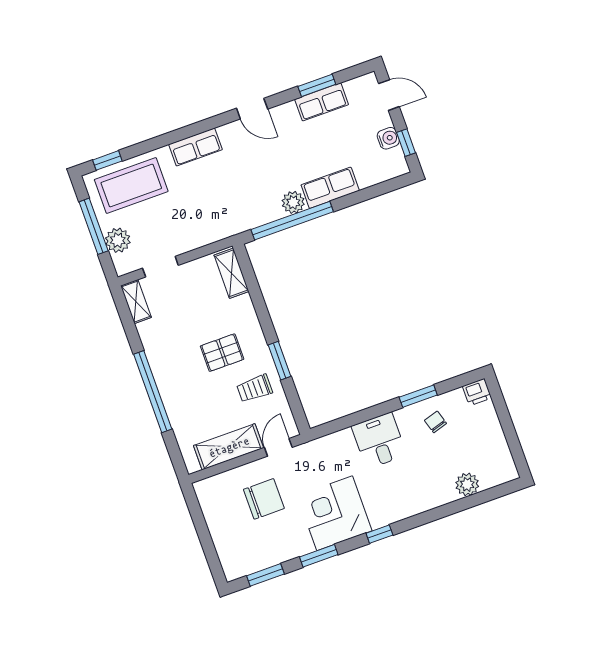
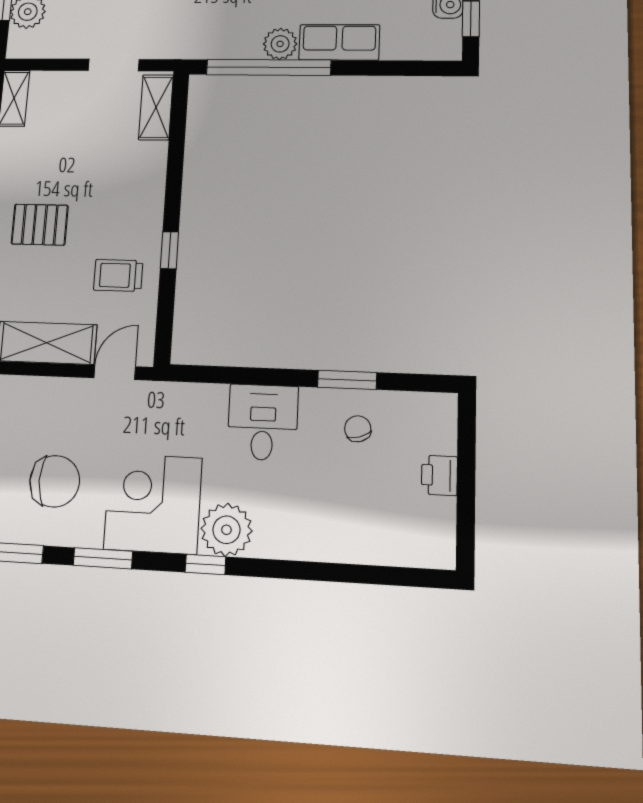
doorway: (160, 267) -> (114, 65), moved
pallet: (222, 353) -> (40, 225), moved
window: (280, 361) -> (169, 250), width x0.67
printer: (477, 392) -> (439, 475), moved, turned 90
plant: (467, 484) -> (226, 530), moved, width x1.36, depth x1.36
chair: (264, 499) -> (55, 481), moved

